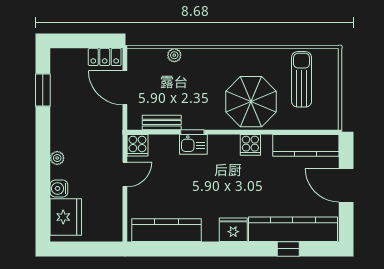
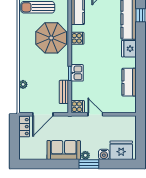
window: (43, 90) -> (89, 164), moved
sofa: (66, 122) -> (64, 150), added
kitchen counter: (166, 230) -> (129, 82), width x0.67

